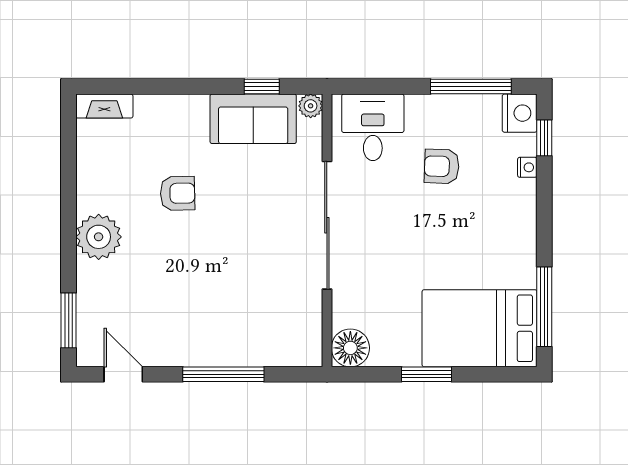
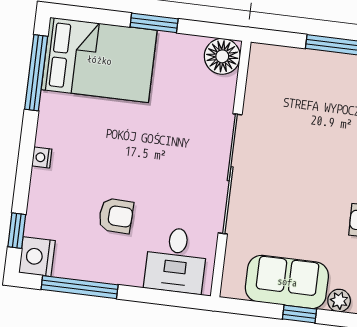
window: (262, 87) -> (300, 314), moved
plant: (311, 106) -> (339, 301), moved
nightstand: (527, 167) -> (42, 157), moved

